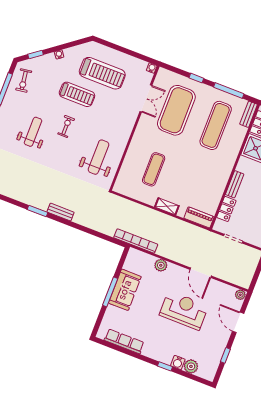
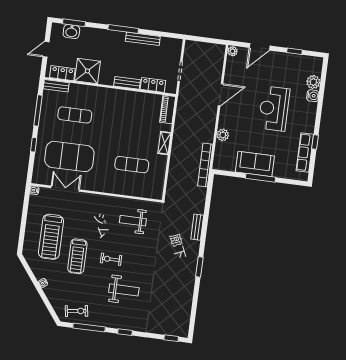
window: (36, 54) -> (49, 306), removed
treadmill: (102, 73) -> (51, 237), turned 180
treadmill: (77, 94) -> (77, 256), turned 180
exercise mat: (216, 125) -> (75, 115), width x0.73, depth x0.69
weight bench: (33, 132) -> (124, 290), turned 180
weight bench: (98, 157) -> (133, 221), width x0.73, depth x0.75
bench: (61, 212) -> (197, 227), moved
reception desk: (184, 310) -> (274, 109), moved
window: (165, 366) -> (315, 142), moved

